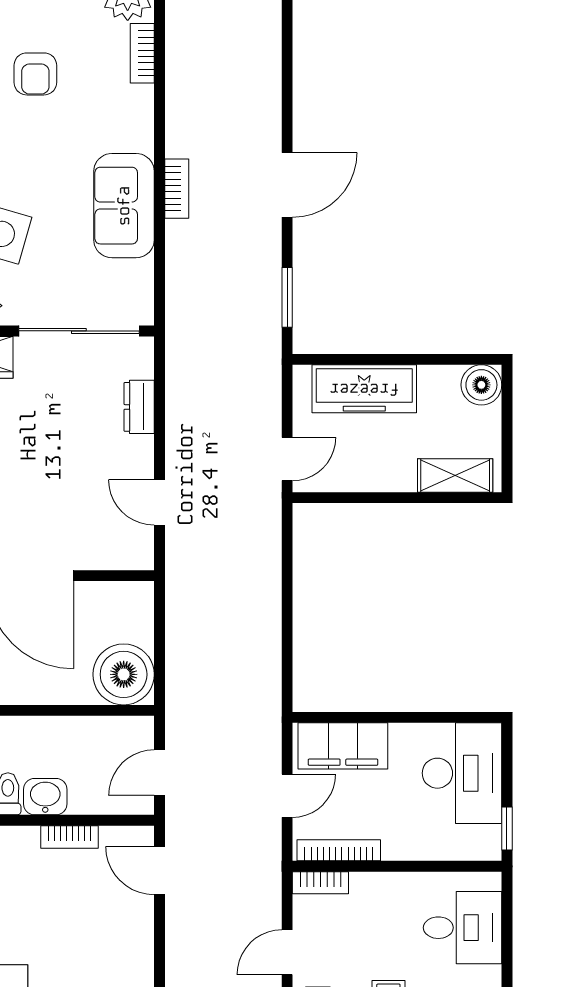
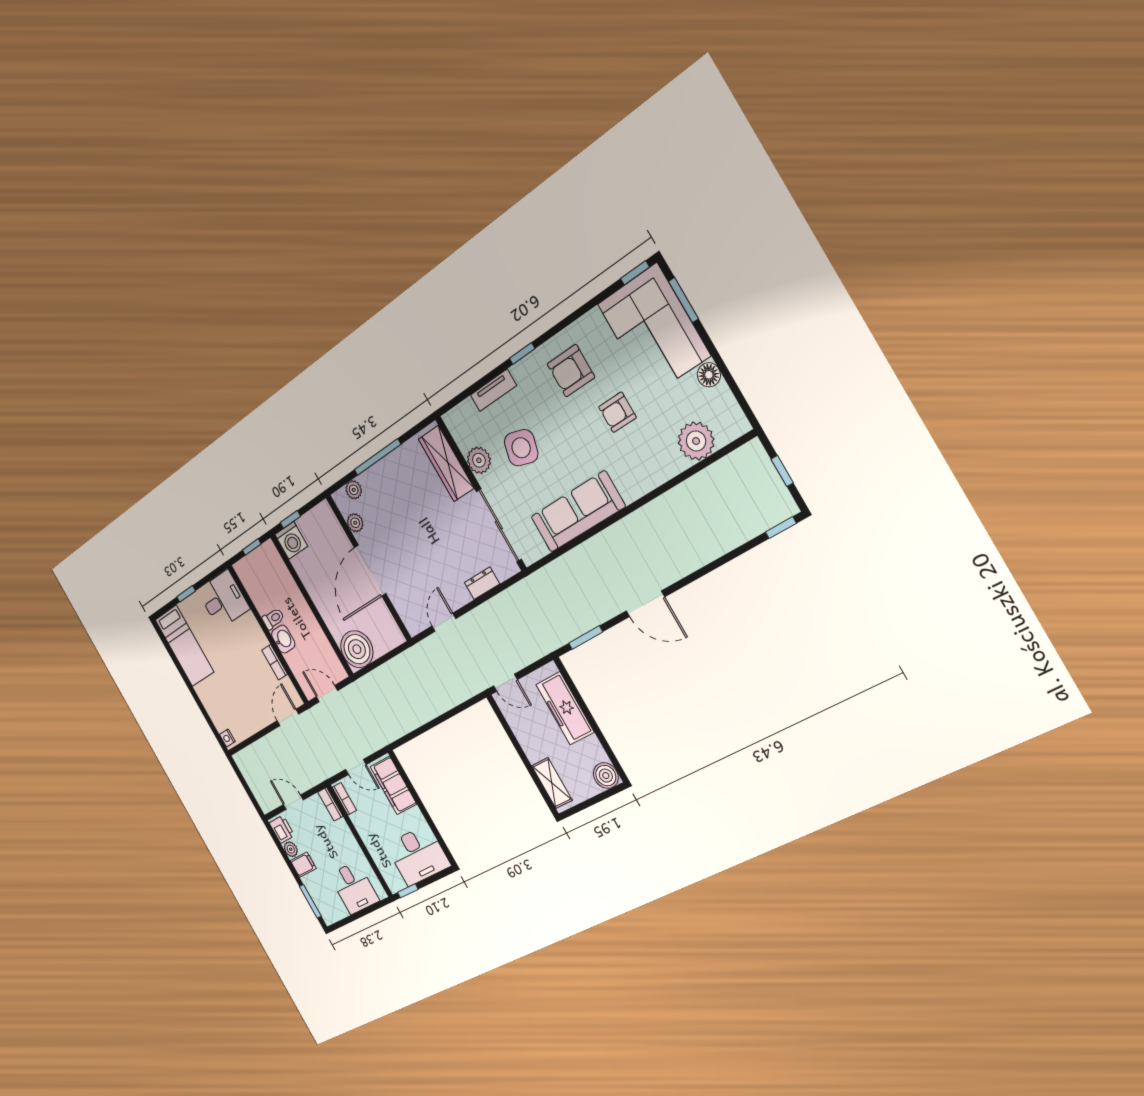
bookcase: (142, 53) -> (667, 471), removed
bookcase: (177, 189) -> (605, 538), removed
sofa: (124, 206) -> (578, 512), width x1.36
bookcase: (339, 850) -> (344, 799), width x0.64

